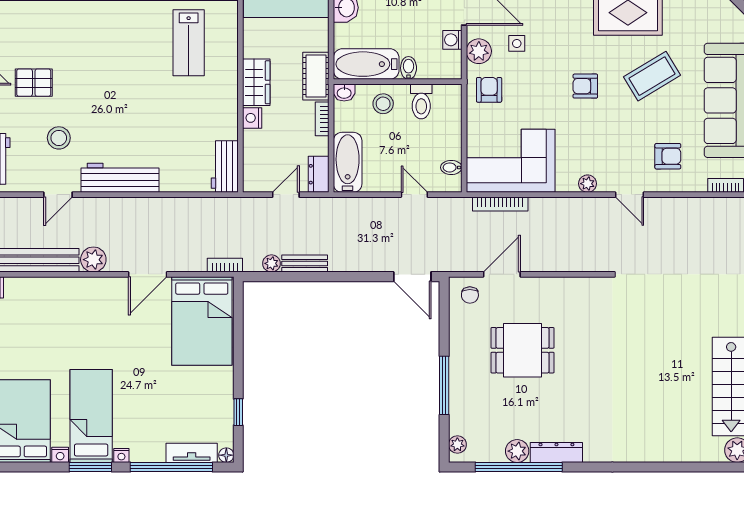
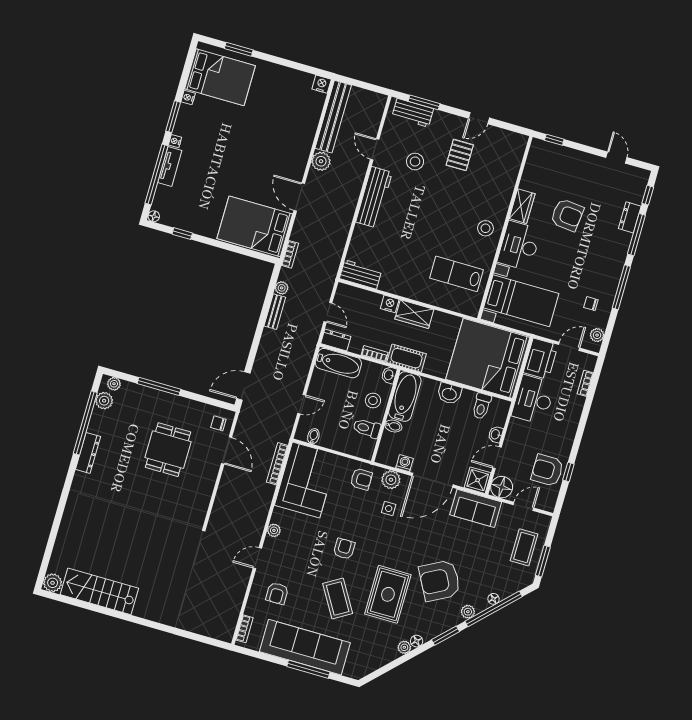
stool: (119, 22) -> (486, 228), added
bed: (91, 416) -> (209, 128), removed
plant: (517, 451) -> (104, 401), moved
tv unit: (192, 453) -> (170, 167), moved

